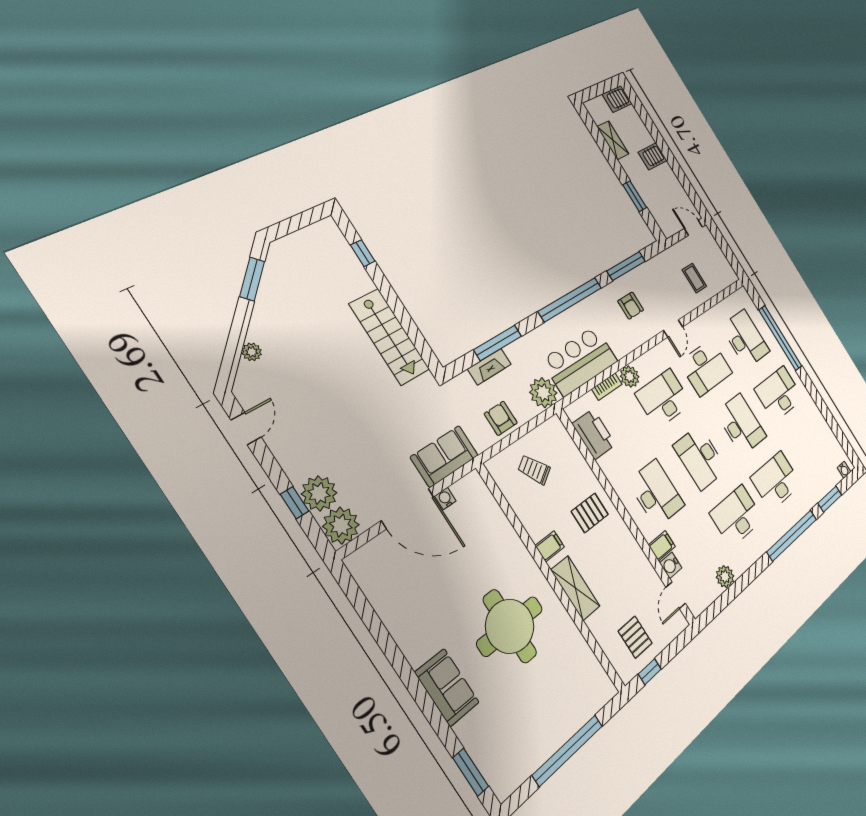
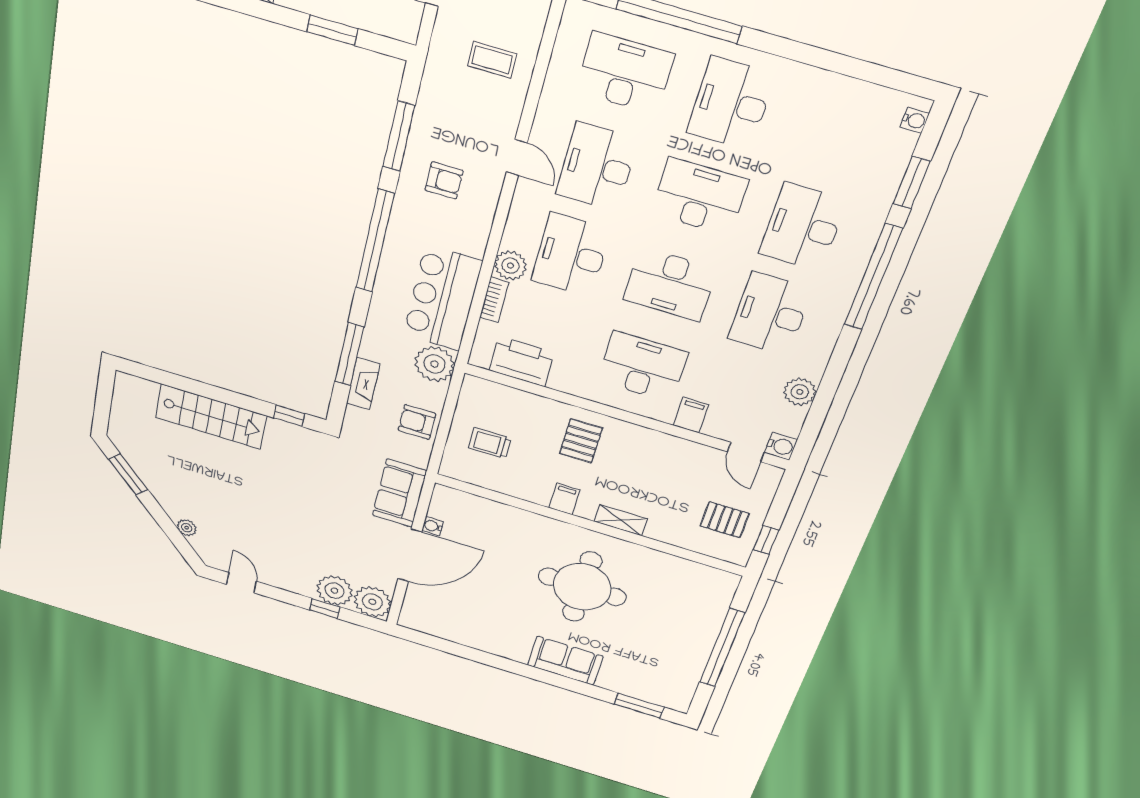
window: (363, 253) -> (289, 416), moved
stairs: (390, 337) -> (211, 417), moved
desk: (706, 368) -> (597, 167), turned 180
trolley: (534, 470) -> (490, 443), turned 32
water cooler: (671, 565) -> (781, 446), moved, turned -90
shelving: (575, 588) -> (621, 520), width x0.67, depth x0.75

